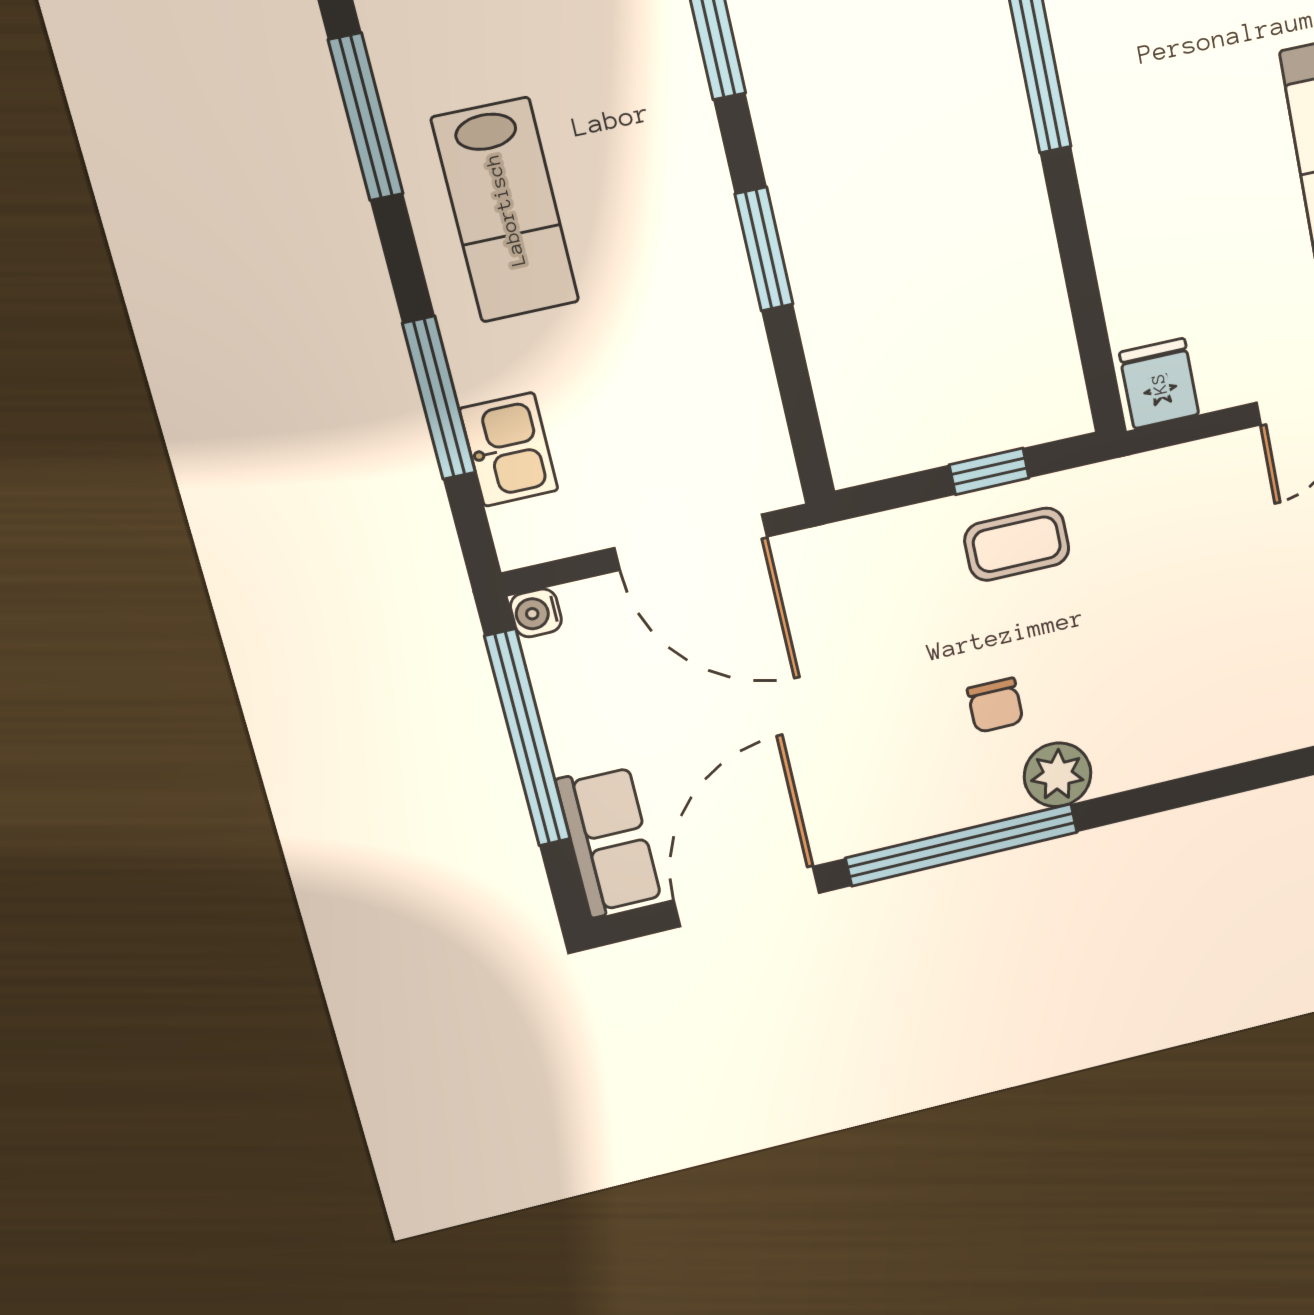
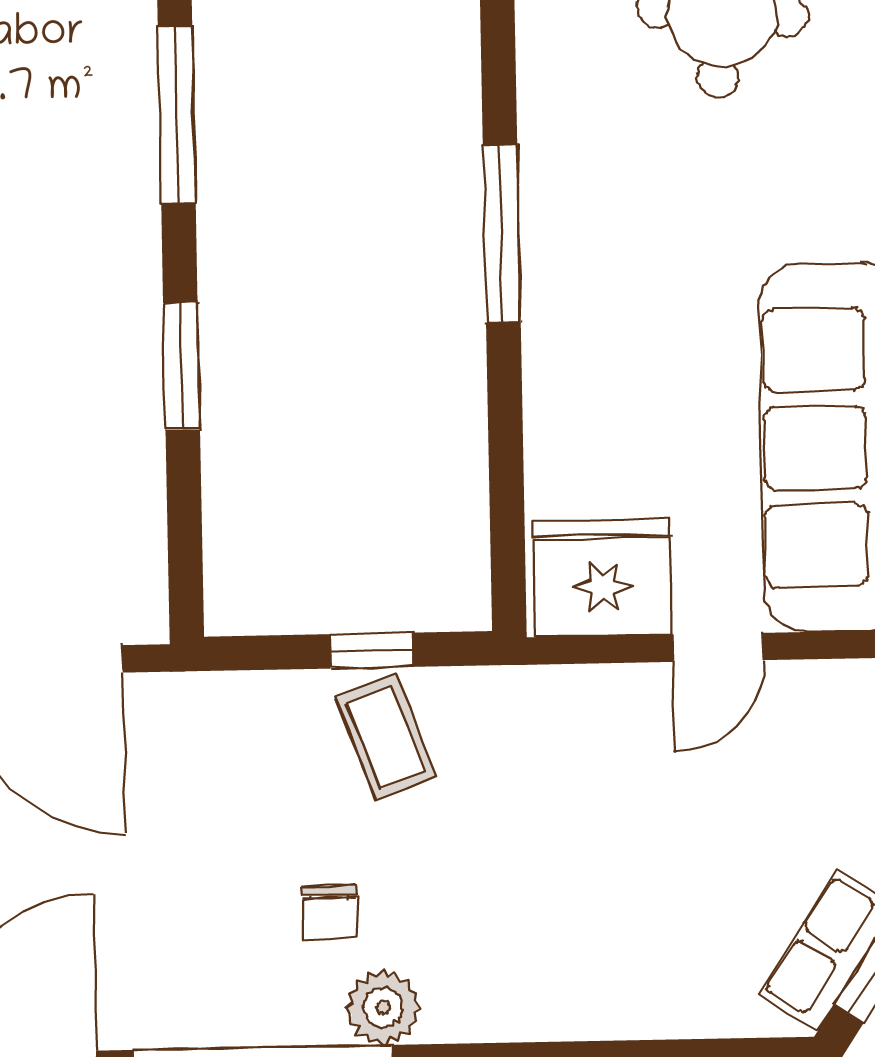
fridge: (1159, 384) -> (602, 578), width x1.88, depth x1.34
coffee table: (1017, 544) -> (386, 737), turned 69

